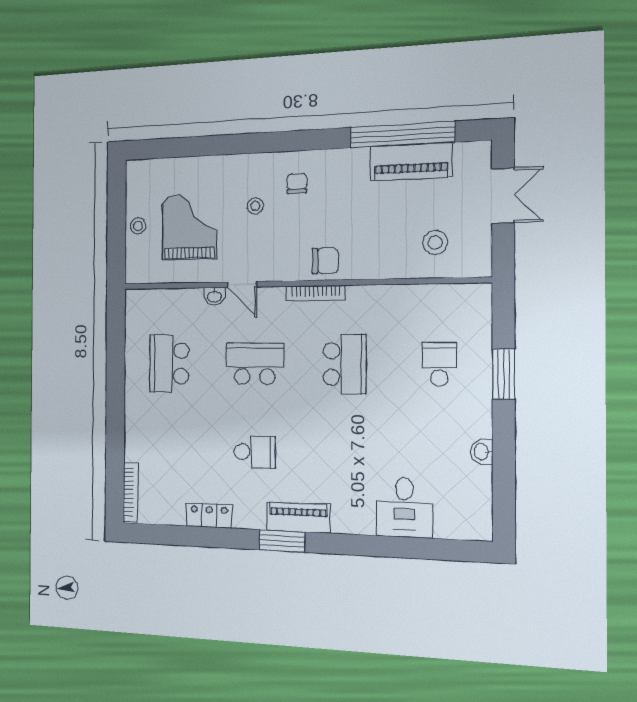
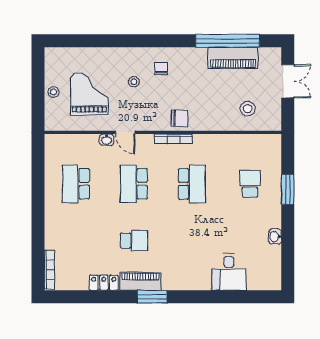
school desk: (255, 364) -> (134, 184), turned -90
piano: (298, 518) -> (140, 281), moved

